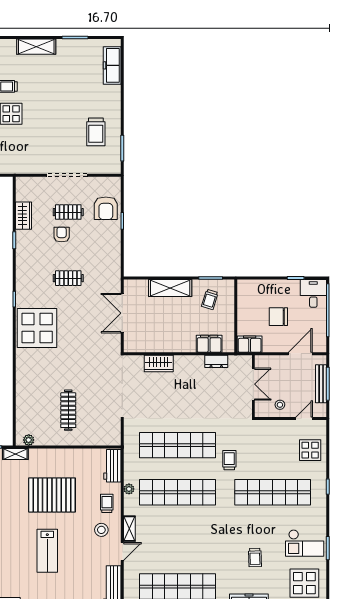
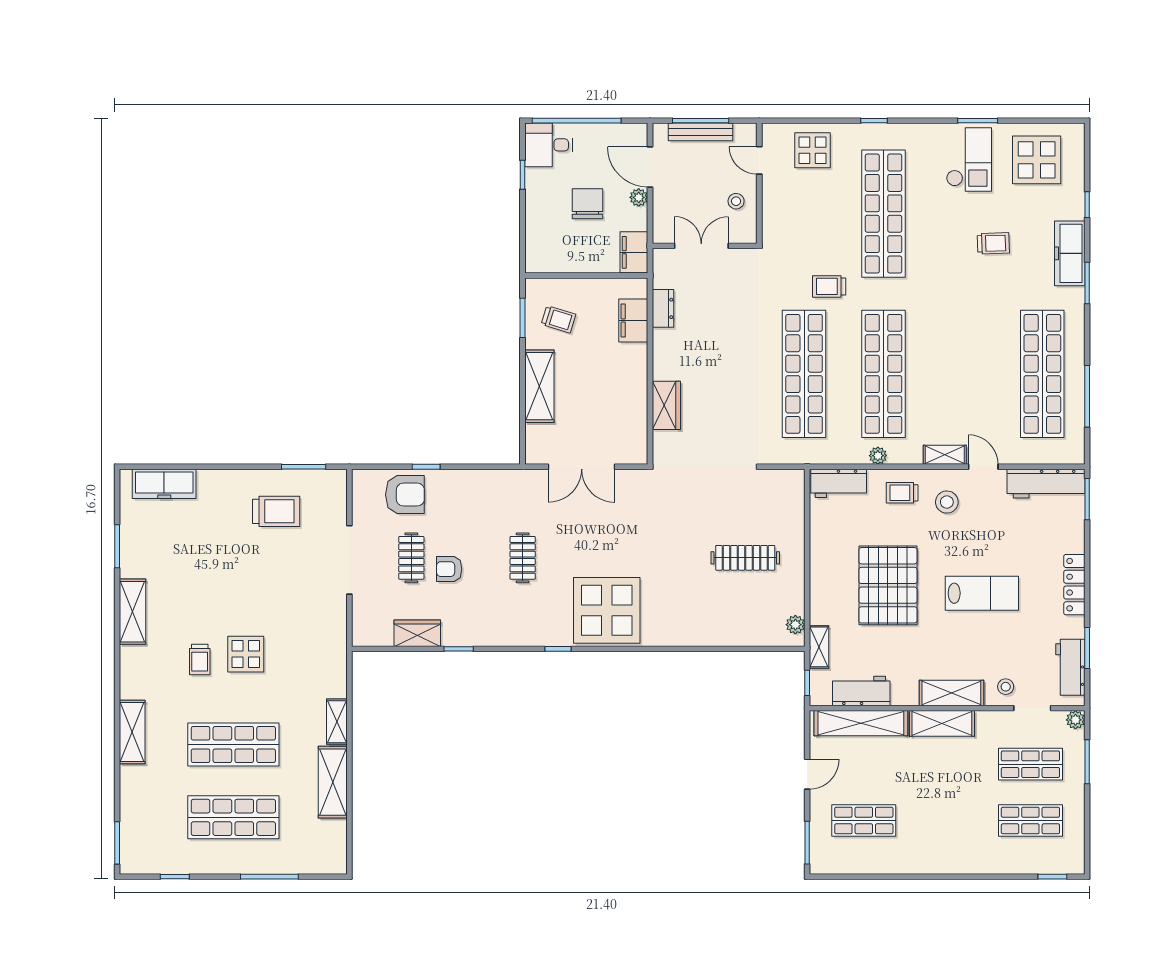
chair: (278, 317) -> (588, 204), turned 180
plant: (282, 347) -> (639, 197), added

